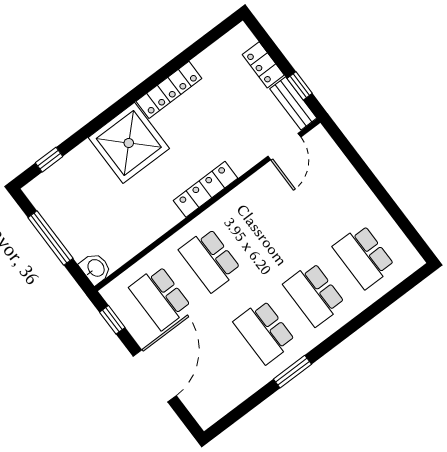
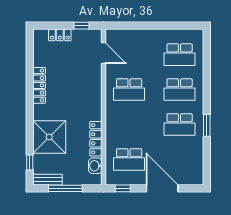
bench: (293, 103) -> (48, 180), moved
shower: (129, 143) -> (49, 137), moved
locker: (206, 189) -> (96, 139), moved
school desk: (210, 260) -> (129, 90), moved
washbasin: (95, 268) -> (95, 166), moved, turned -90

